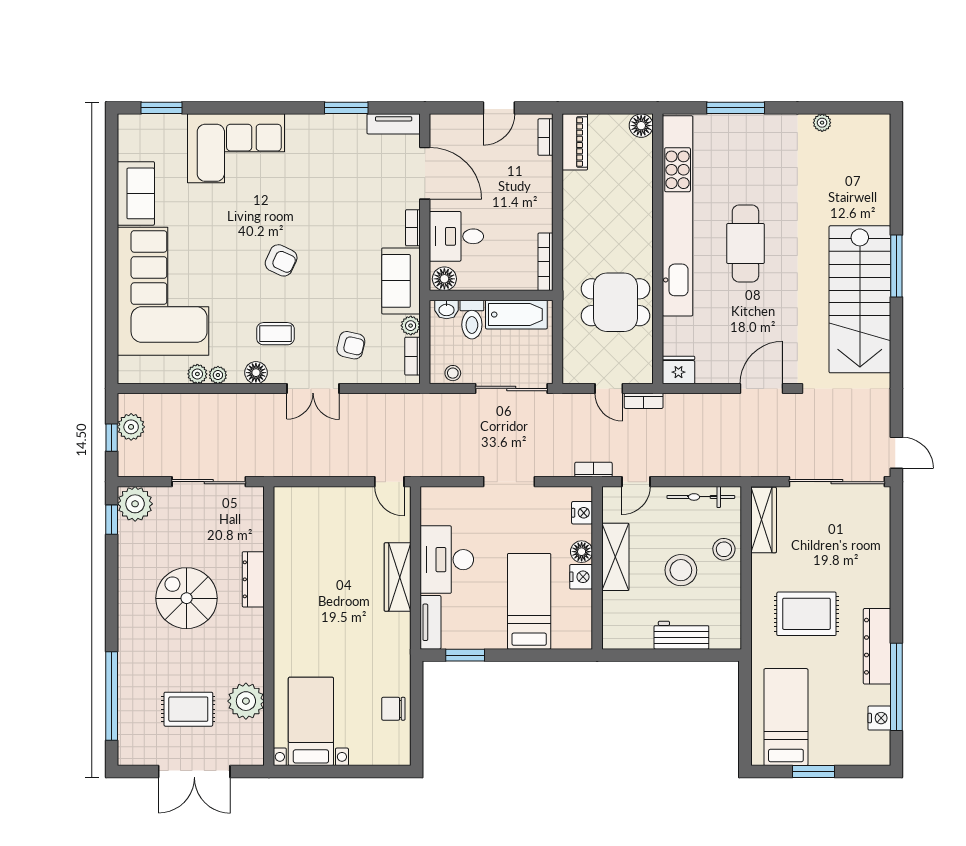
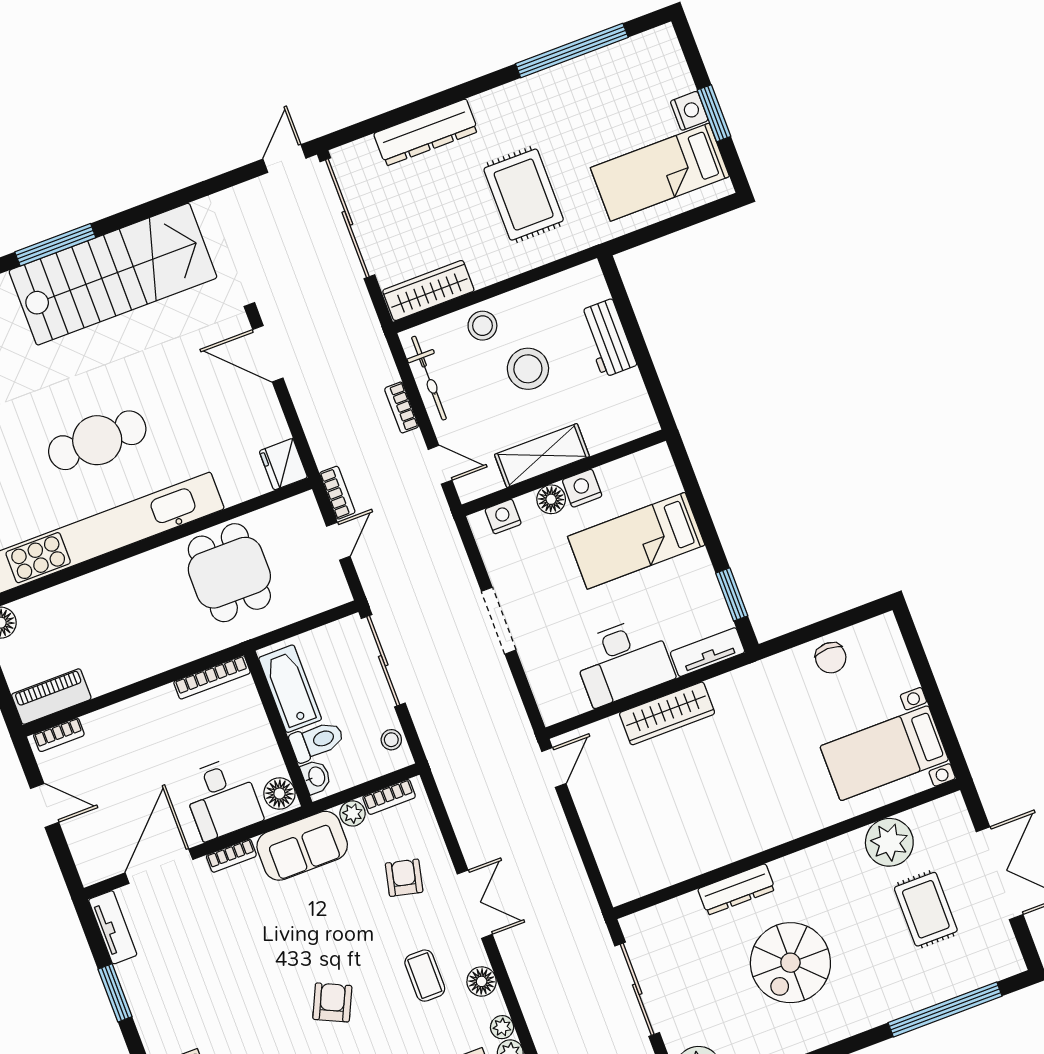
bookcase: (593, 470) -> (402, 407), moved
dresser: (877, 646) -> (426, 132), moved
nightstand: (879, 718) -> (689, 111), moved, turned 90

